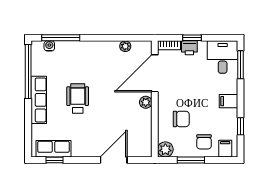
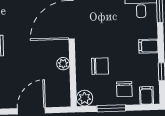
plant: (146, 102) -> (63, 64), moved

